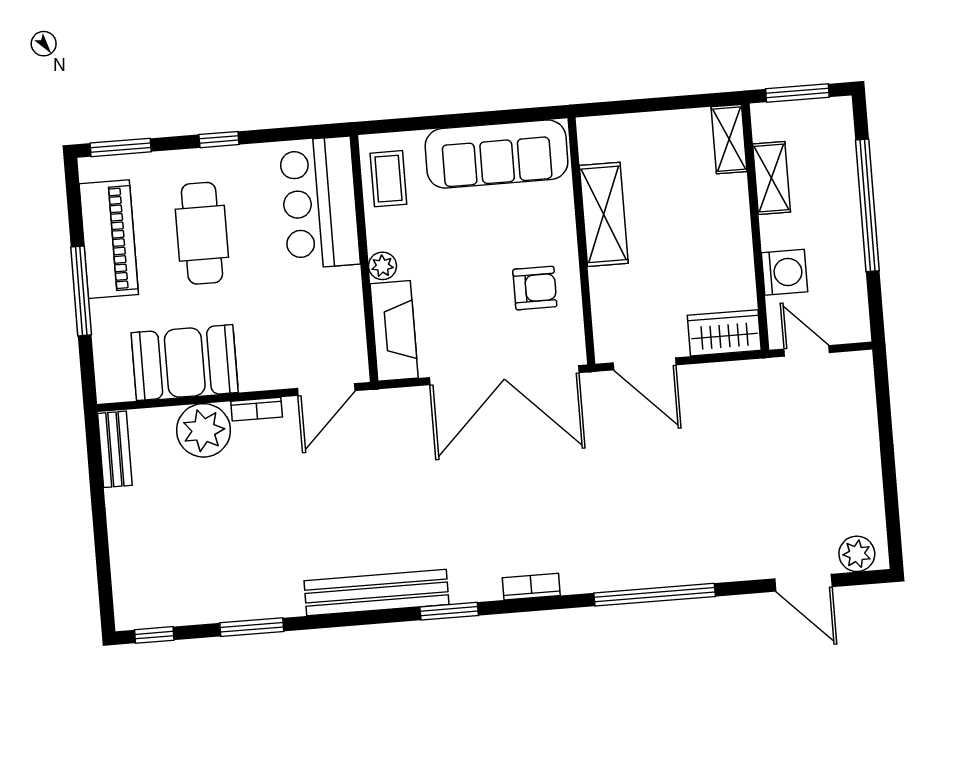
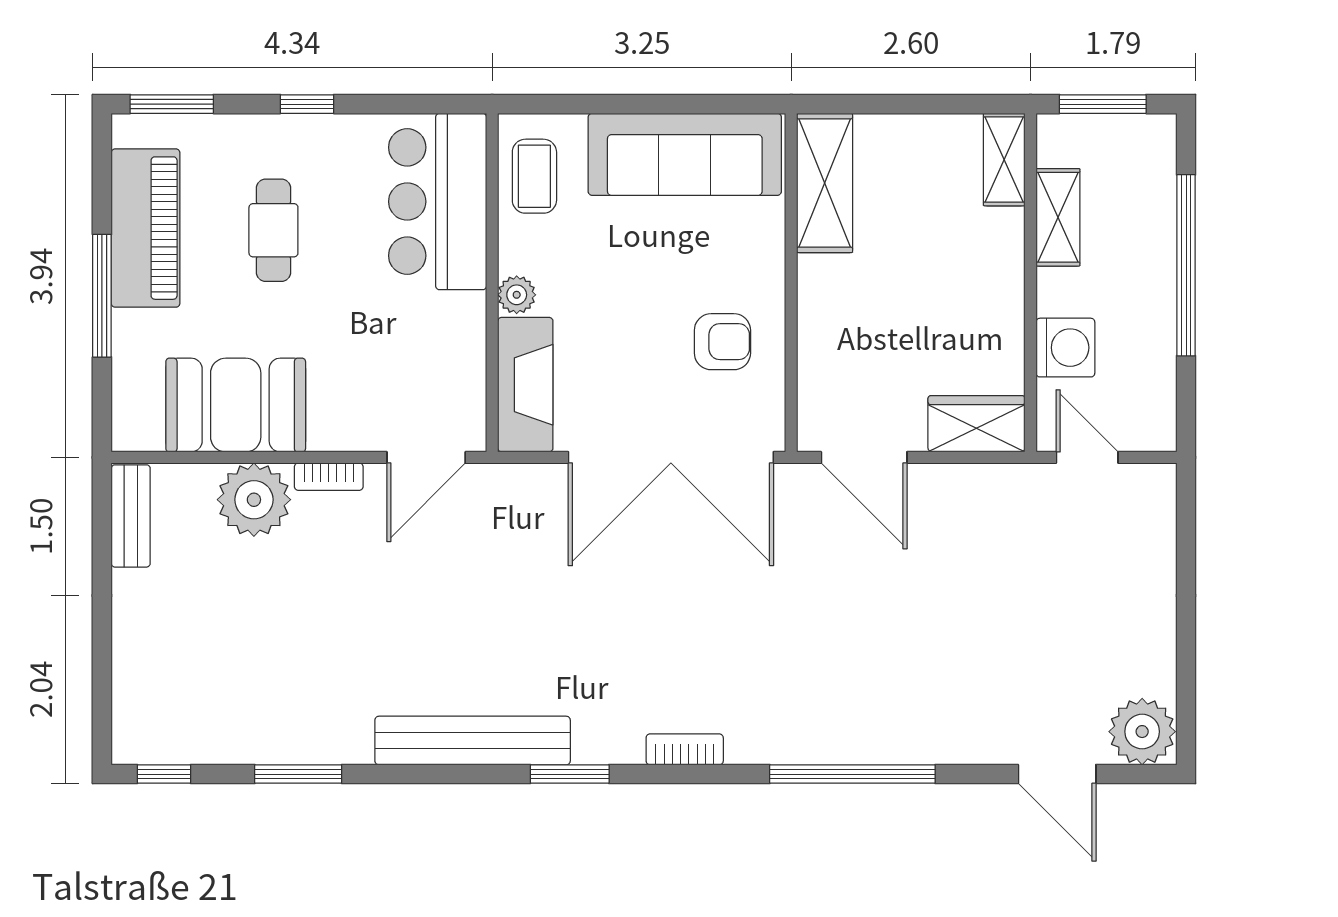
shelving: (604, 214) -> (825, 183), moved
cafe table: (202, 233) -> (273, 230), width x0.73, depth x0.74
plant: (857, 554) -> (1142, 732), width x1.36, depth x1.36

